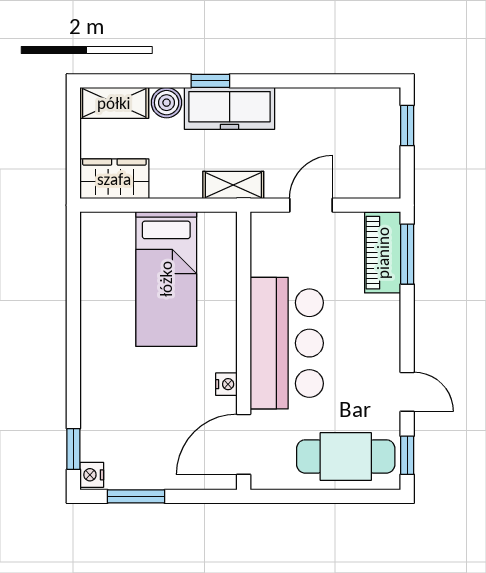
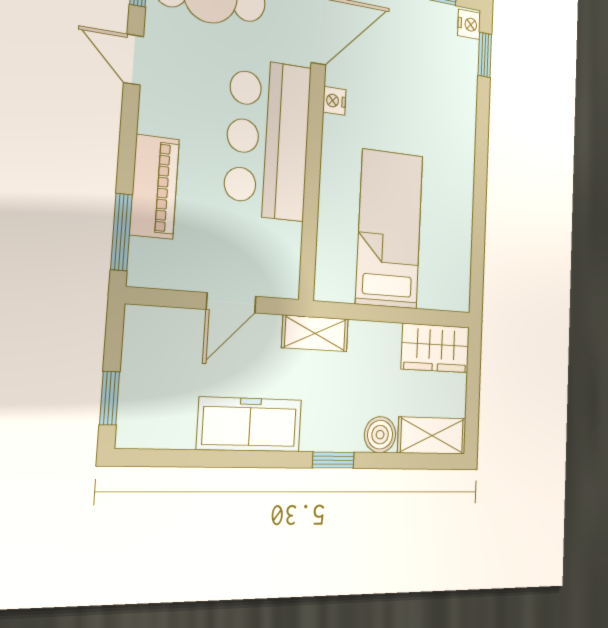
freezer: (230, 108) -> (250, 424), moved
piano: (383, 253) -> (154, 187), moved

